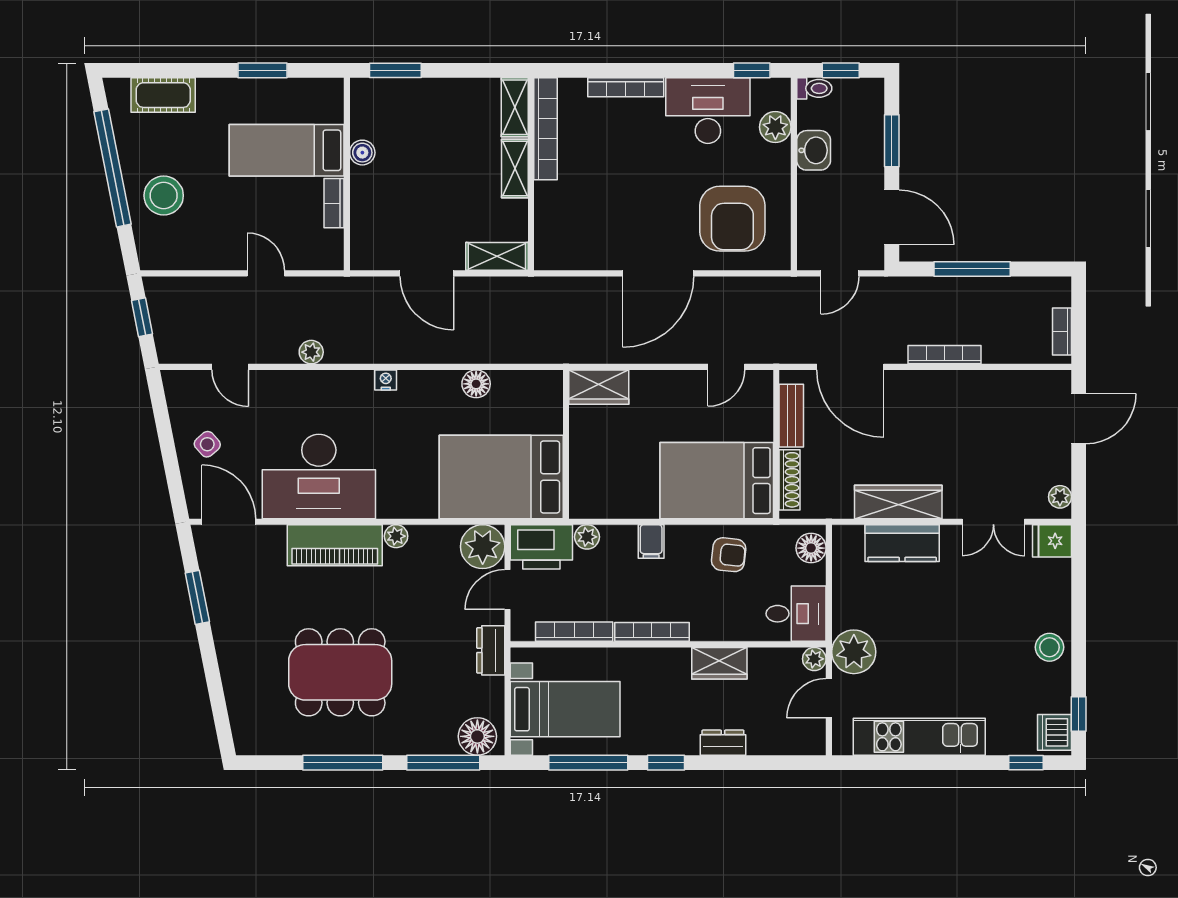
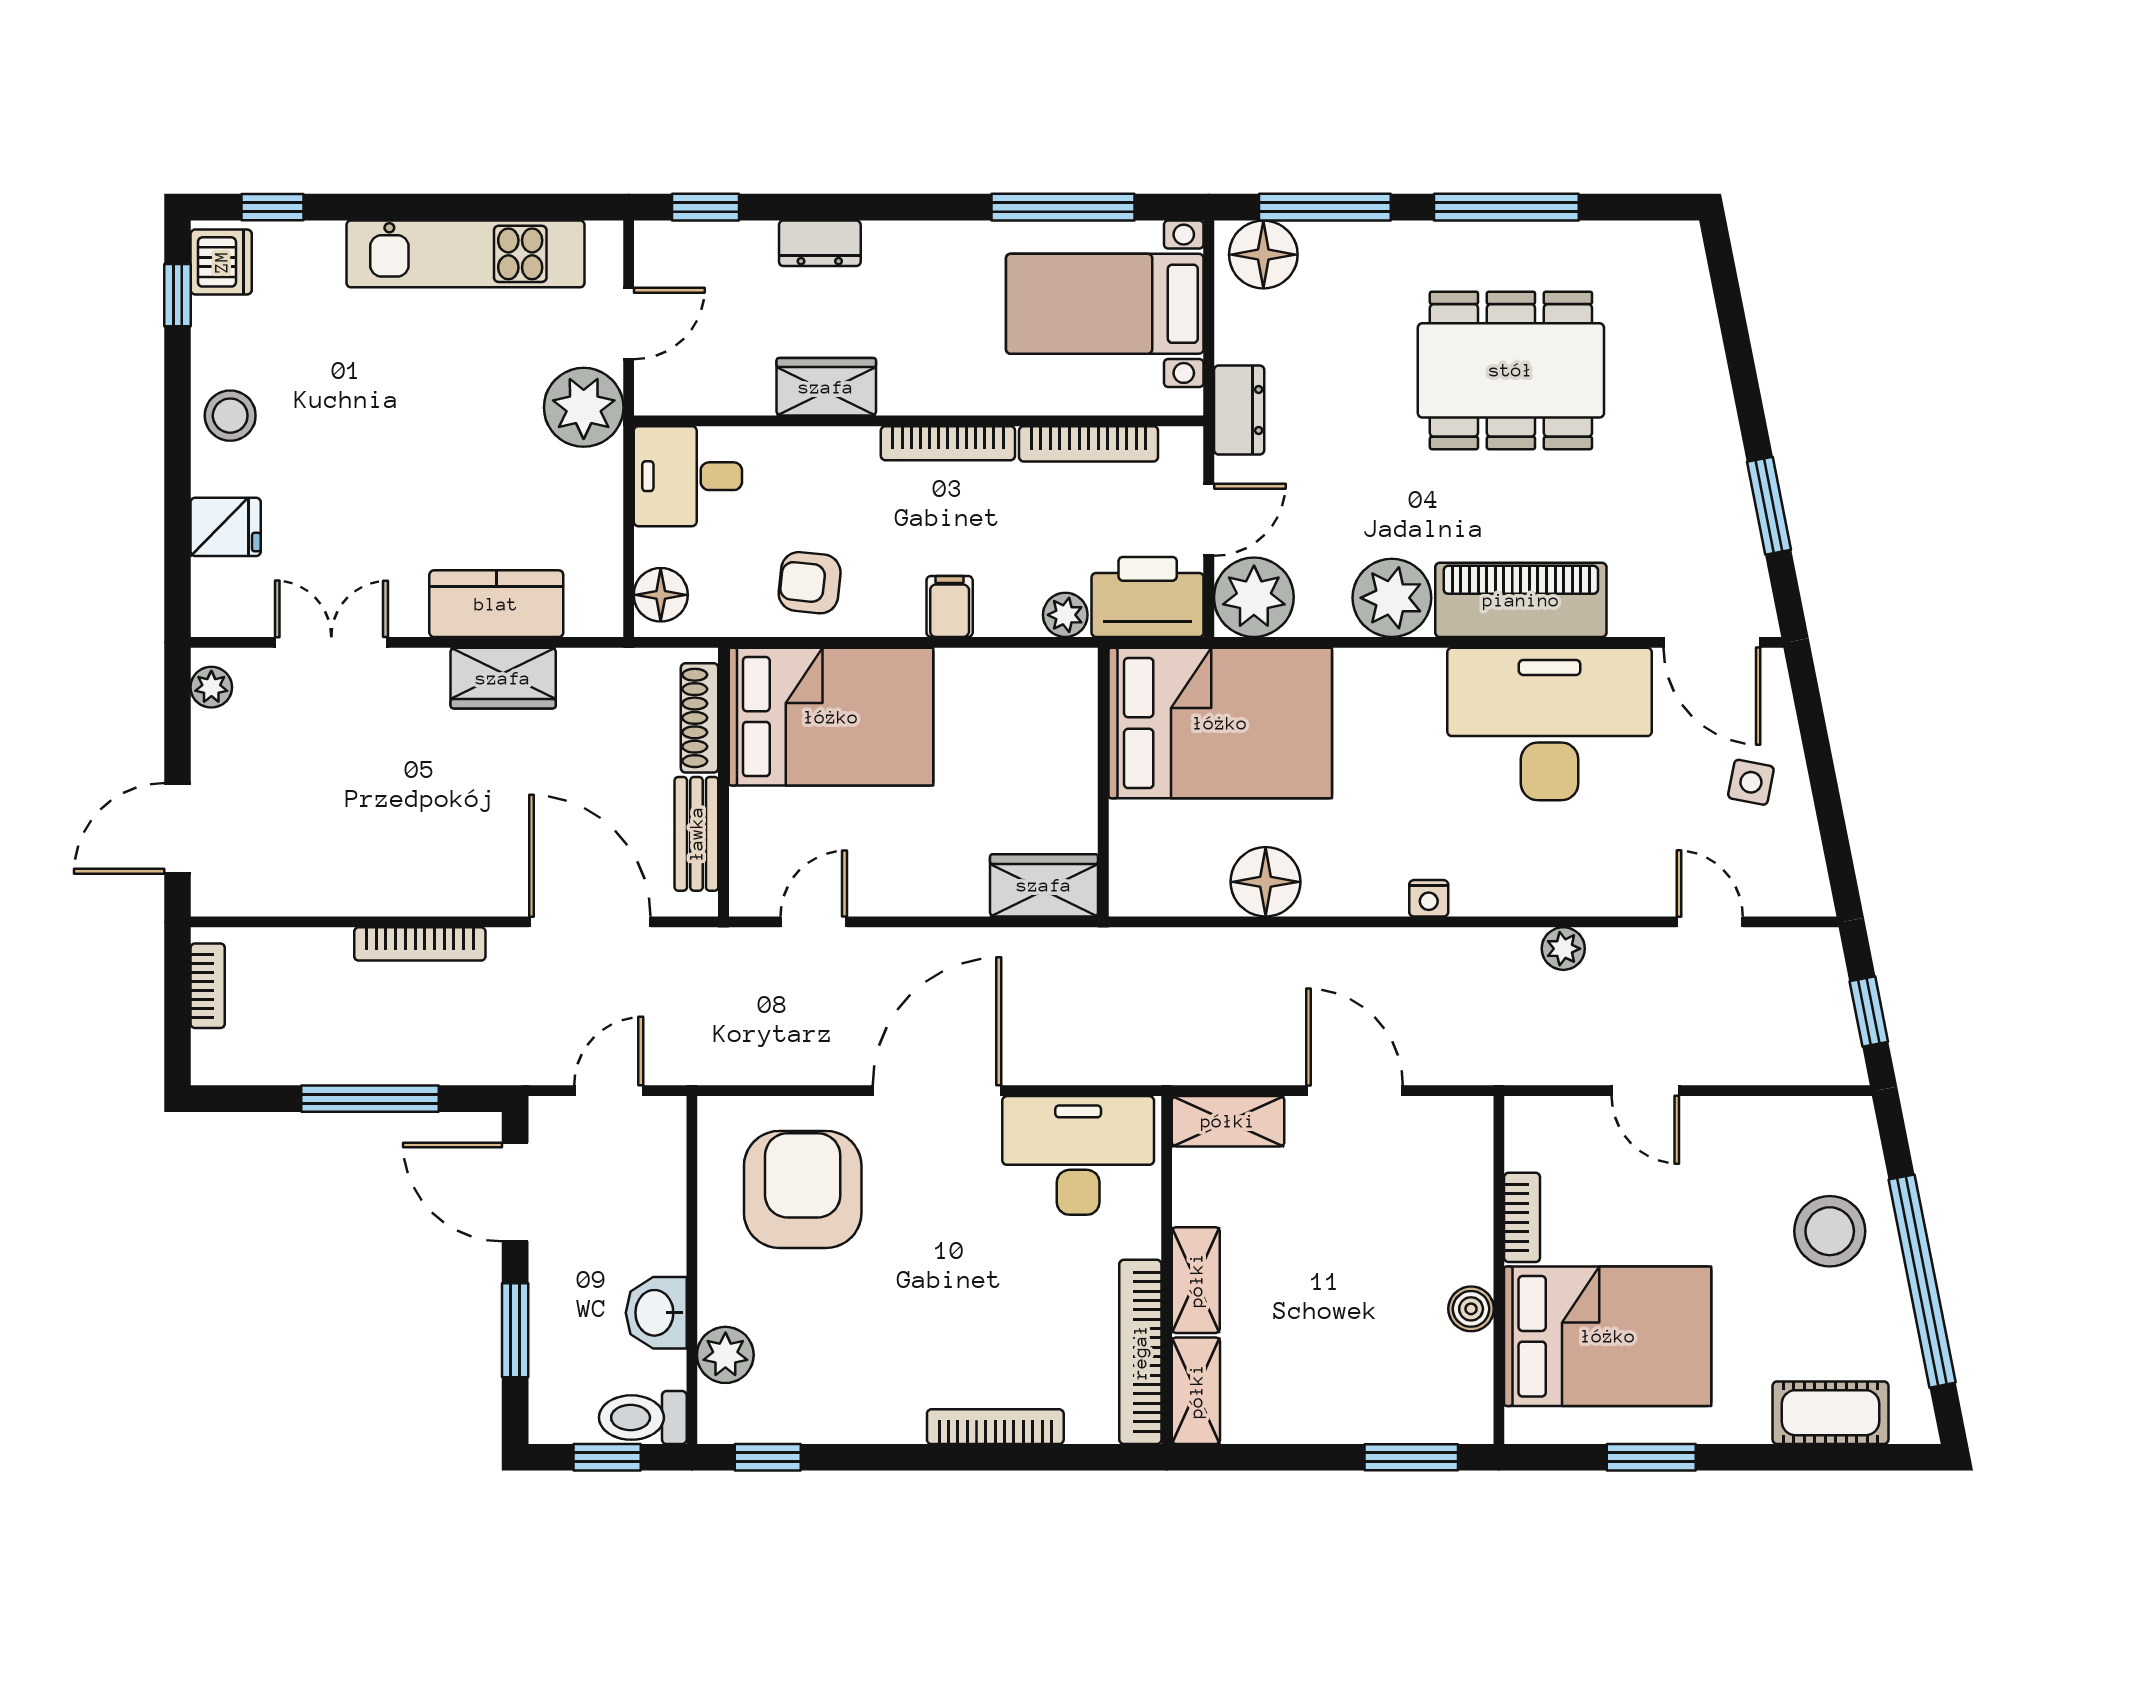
toilet: (814, 88) -> (643, 1418), width x1.37, depth x1.39
desk: (708, 111) -> (1078, 1155), moved, turned 180
bed: (287, 150) -> (1608, 1336), width x1.50
floor lamp: (476, 384) -> (1266, 882), width x1.38, depth x1.38
side table: (207, 444) -> (1751, 782), turned -38
wardrobe: (898, 502) -> (503, 678), width x0.67
plant: (396, 536) -> (1392, 598), width x1.88, depth x1.88
fridge: (1052, 541) -> (226, 527), moved
plant: (814, 659) -> (655, 394), removed
window: (666, 763) -> (706, 207), moved

